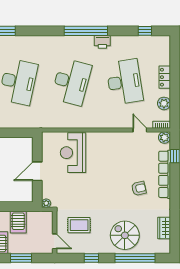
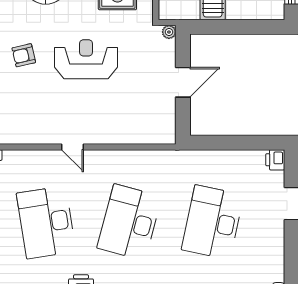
door: (140, 130) -> (73, 147), moved
reception desk: (73, 153) -> (86, 59), moved, turned -90

